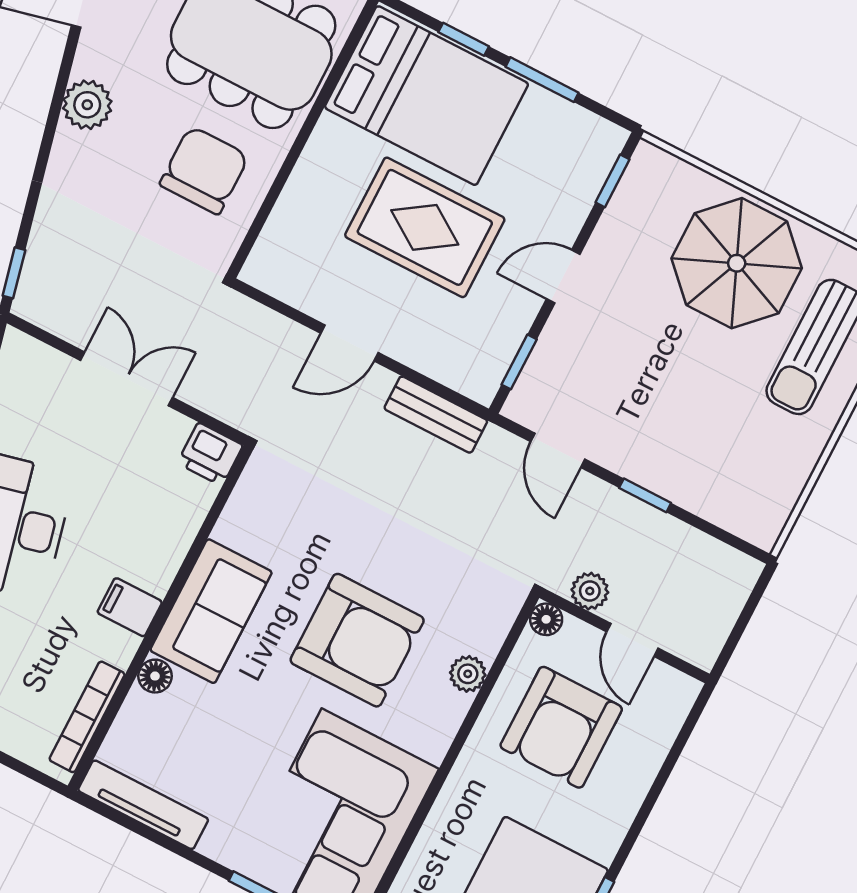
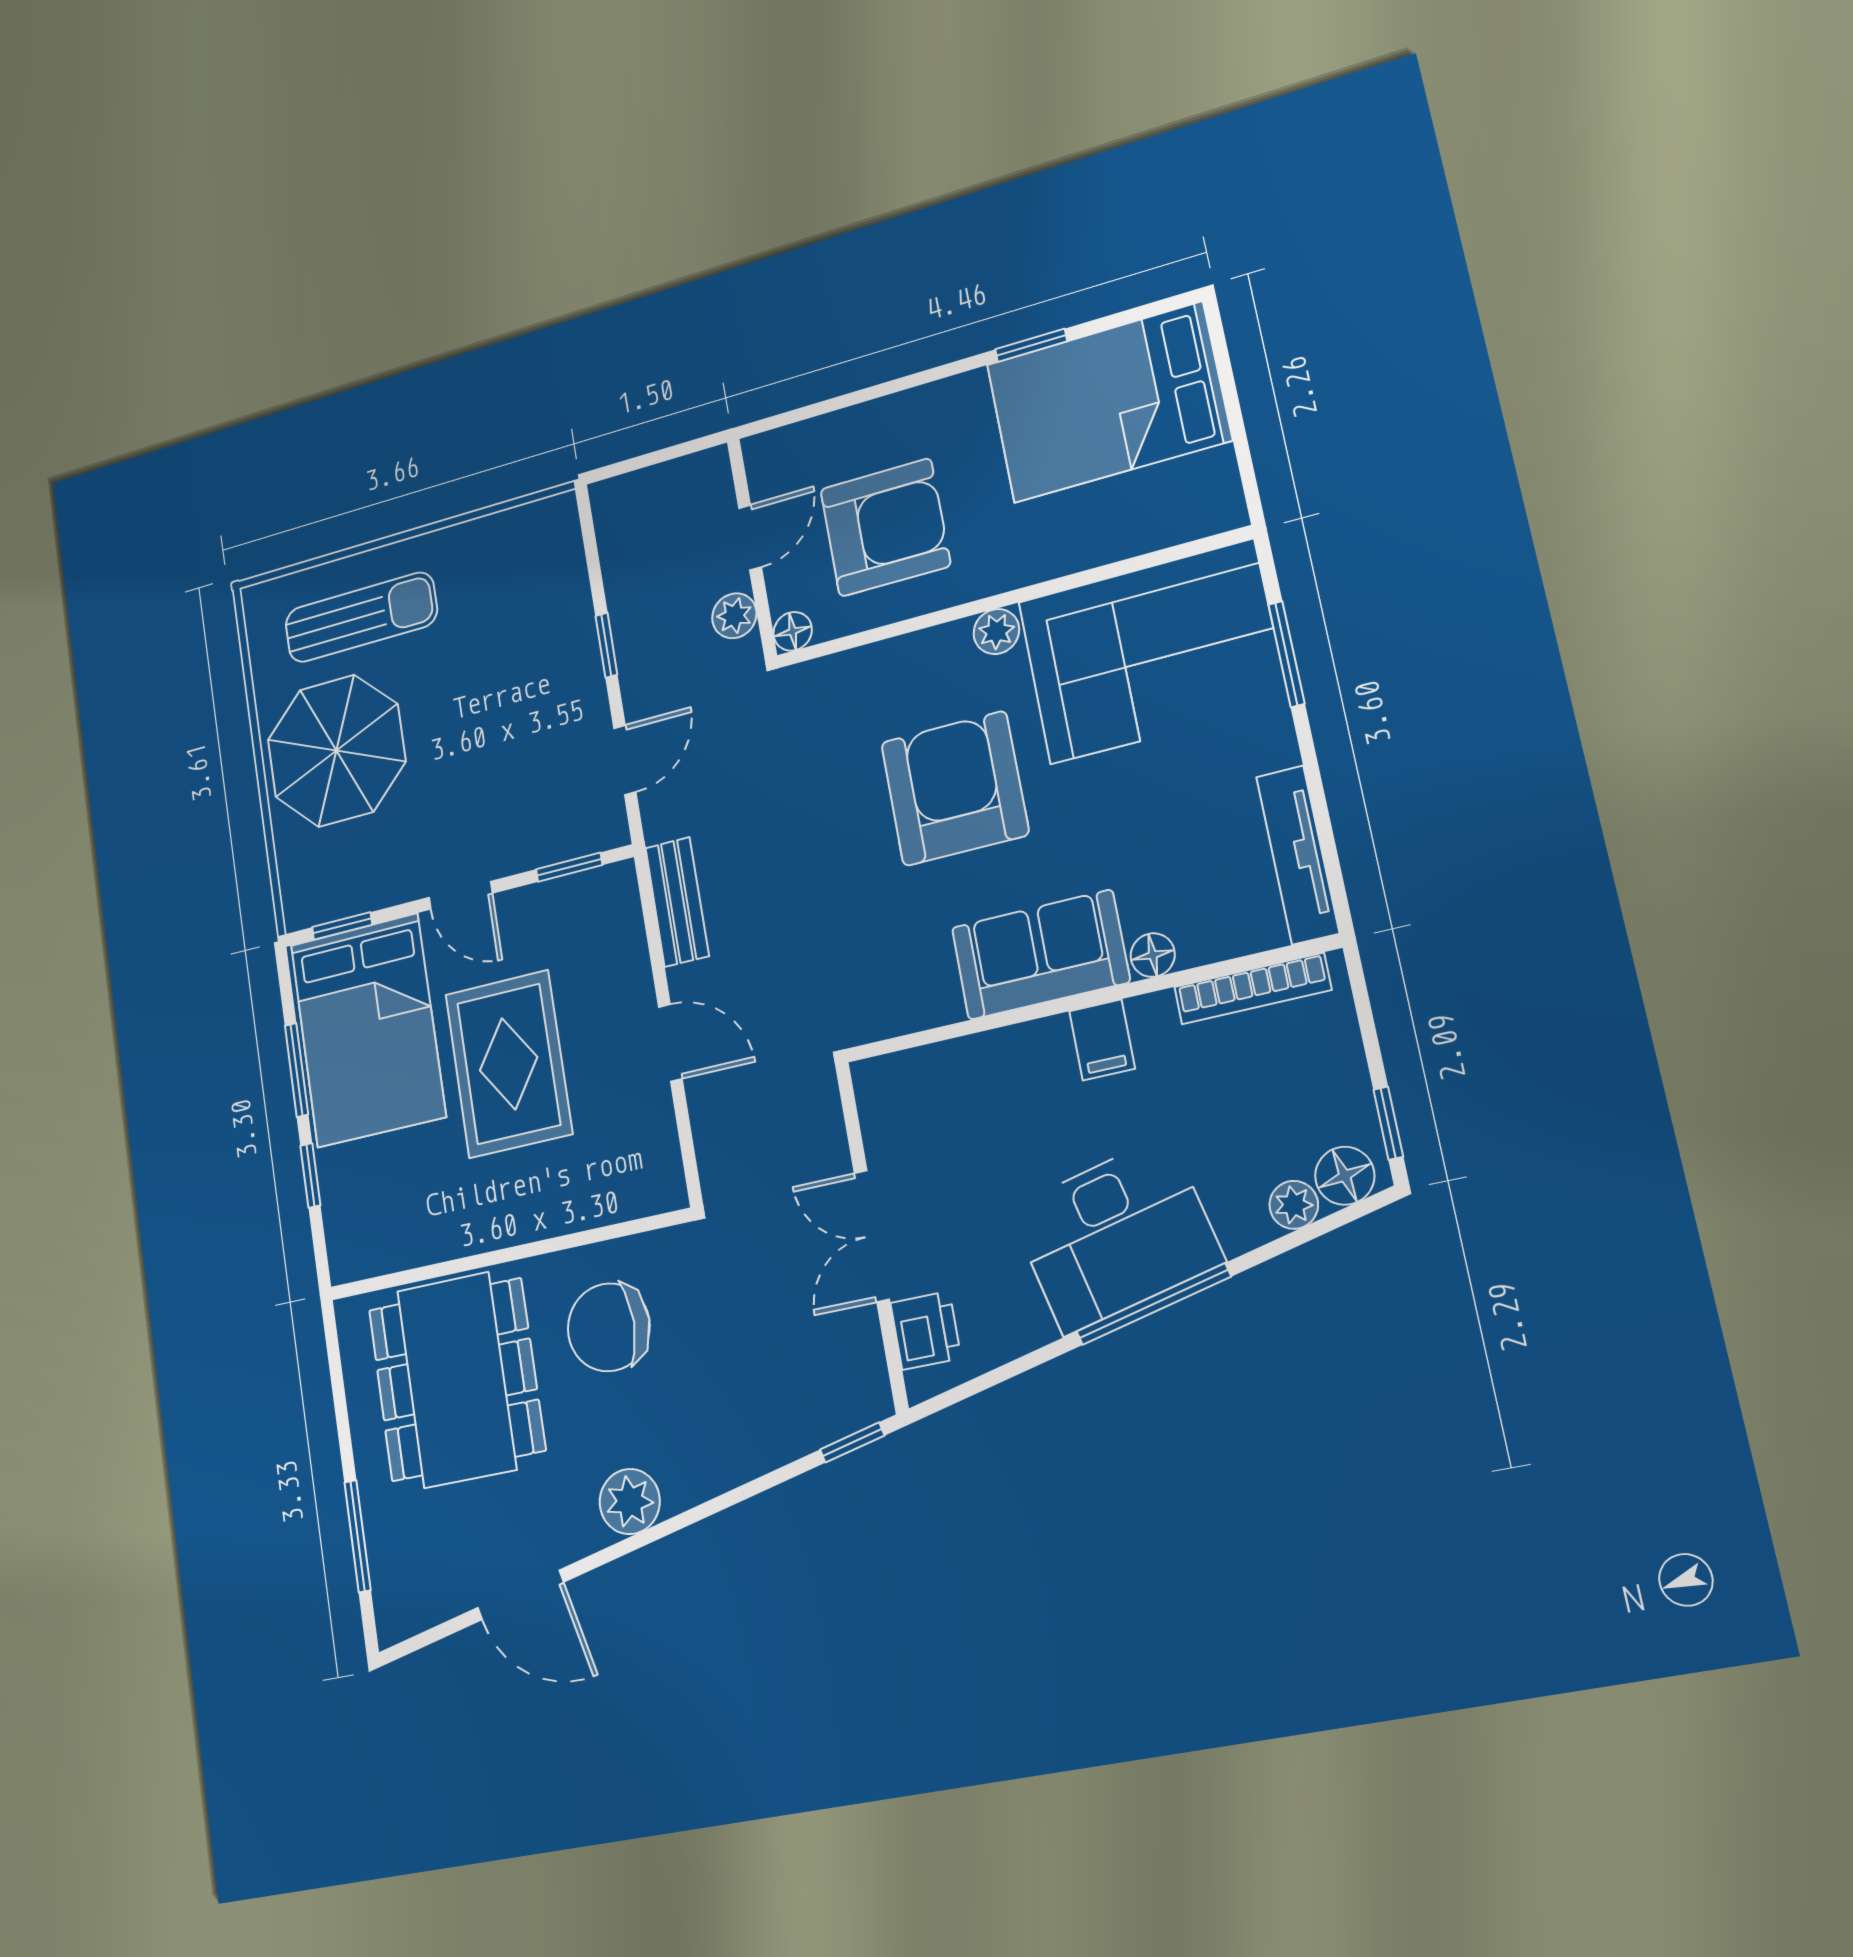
bed: (426, 96) -> (368, 1030), moved, turned 180
printer: (210, 454) -> (926, 1330), moved
plant: (468, 674) -> (996, 632), moved

